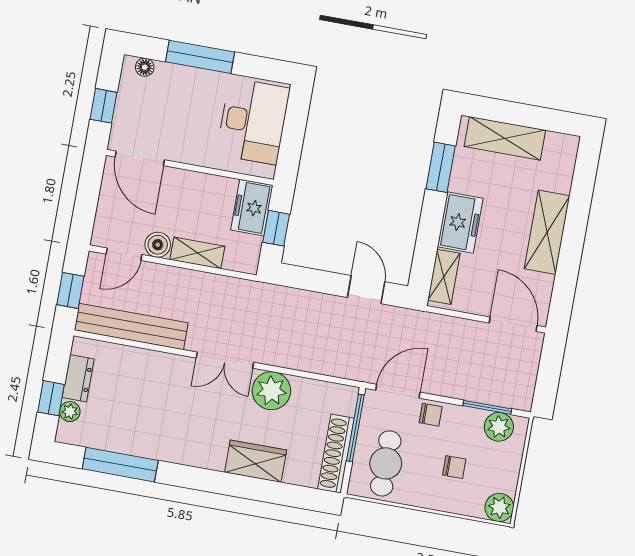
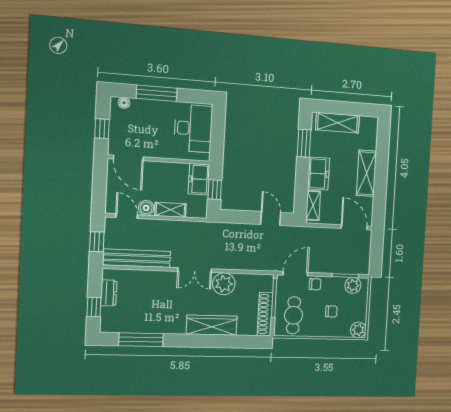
door: (124, 254) -> (127, 216), swing flipped
plant: (70, 412) -> (106, 313), removed
wardrobe: (256, 461) -> (212, 325), width x1.50

